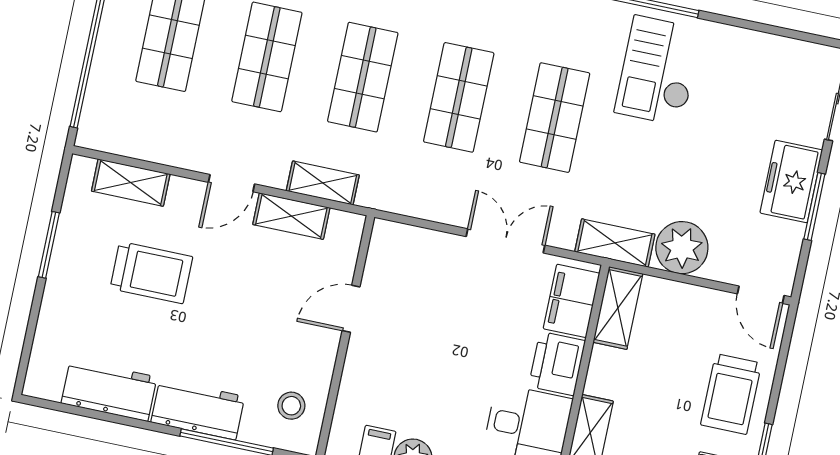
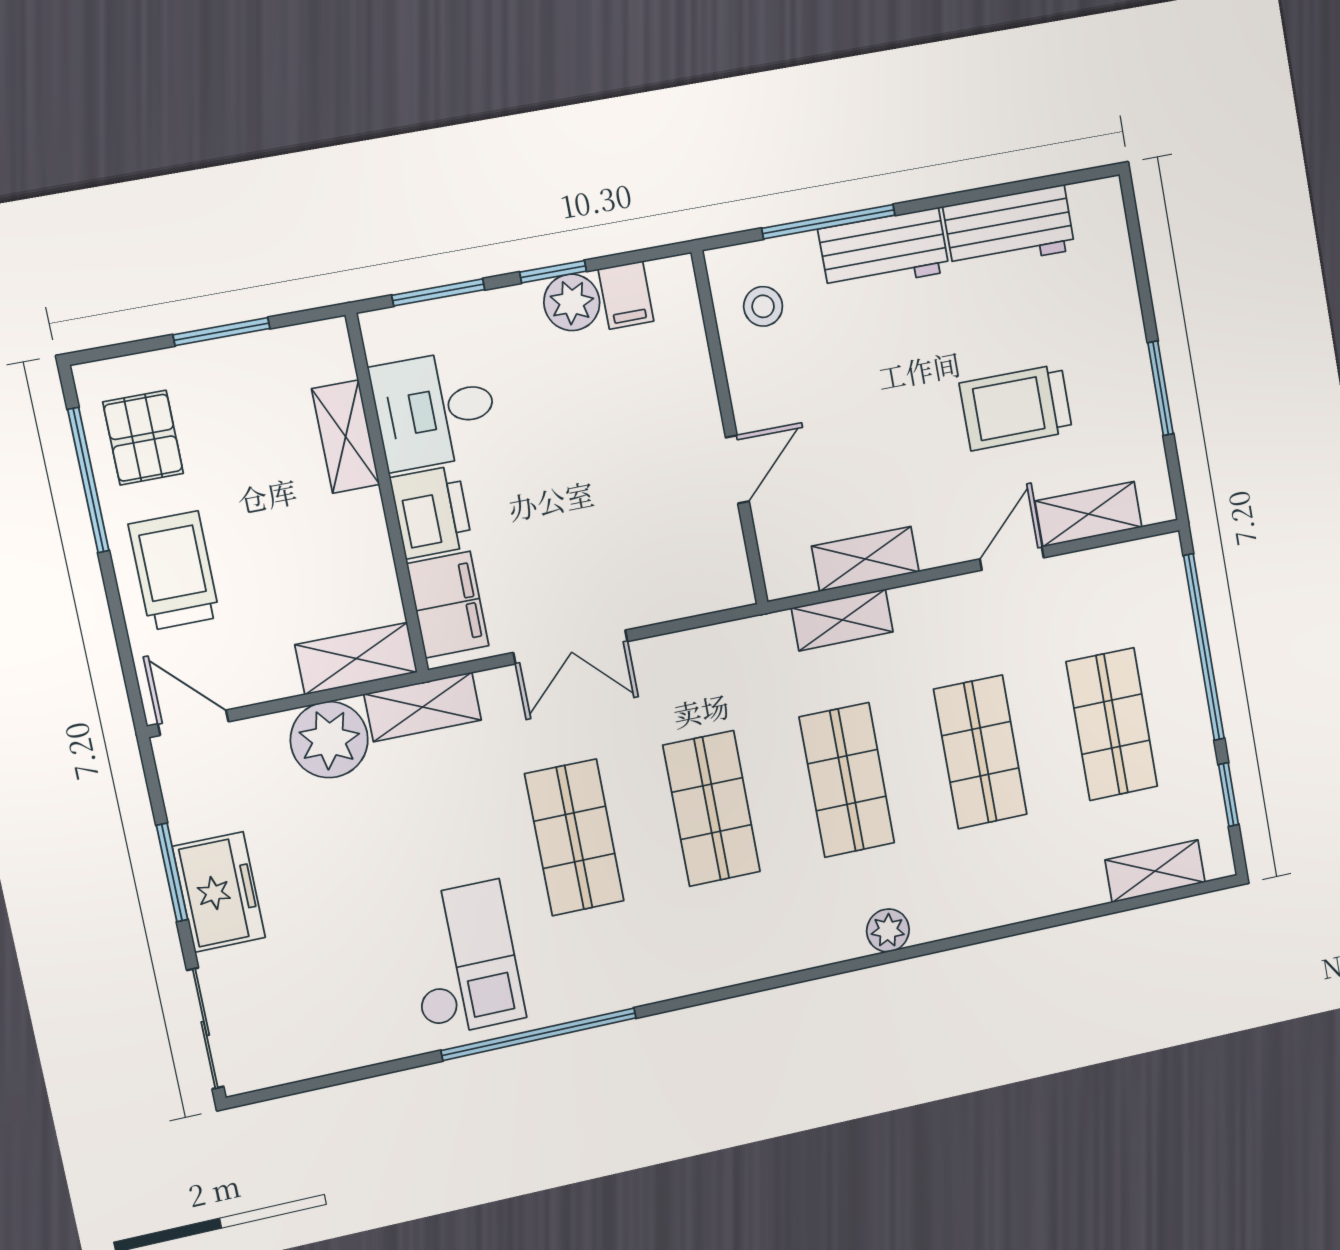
door: (232, 183) -> (1012, 558), moved
shelving: (618, 308) -> (356, 659), moved, turned 90

